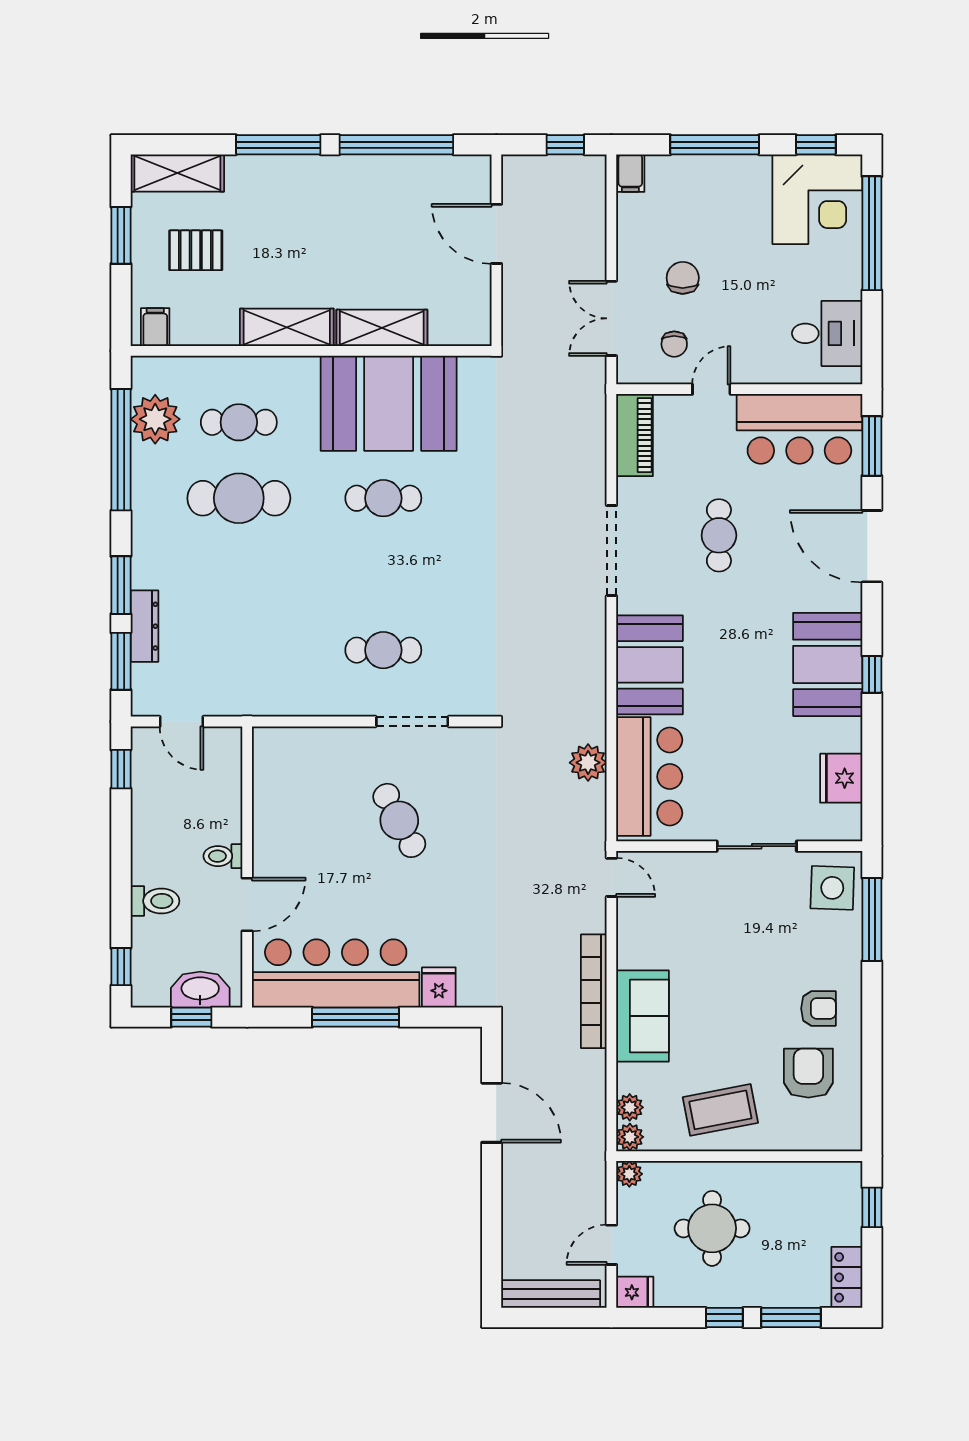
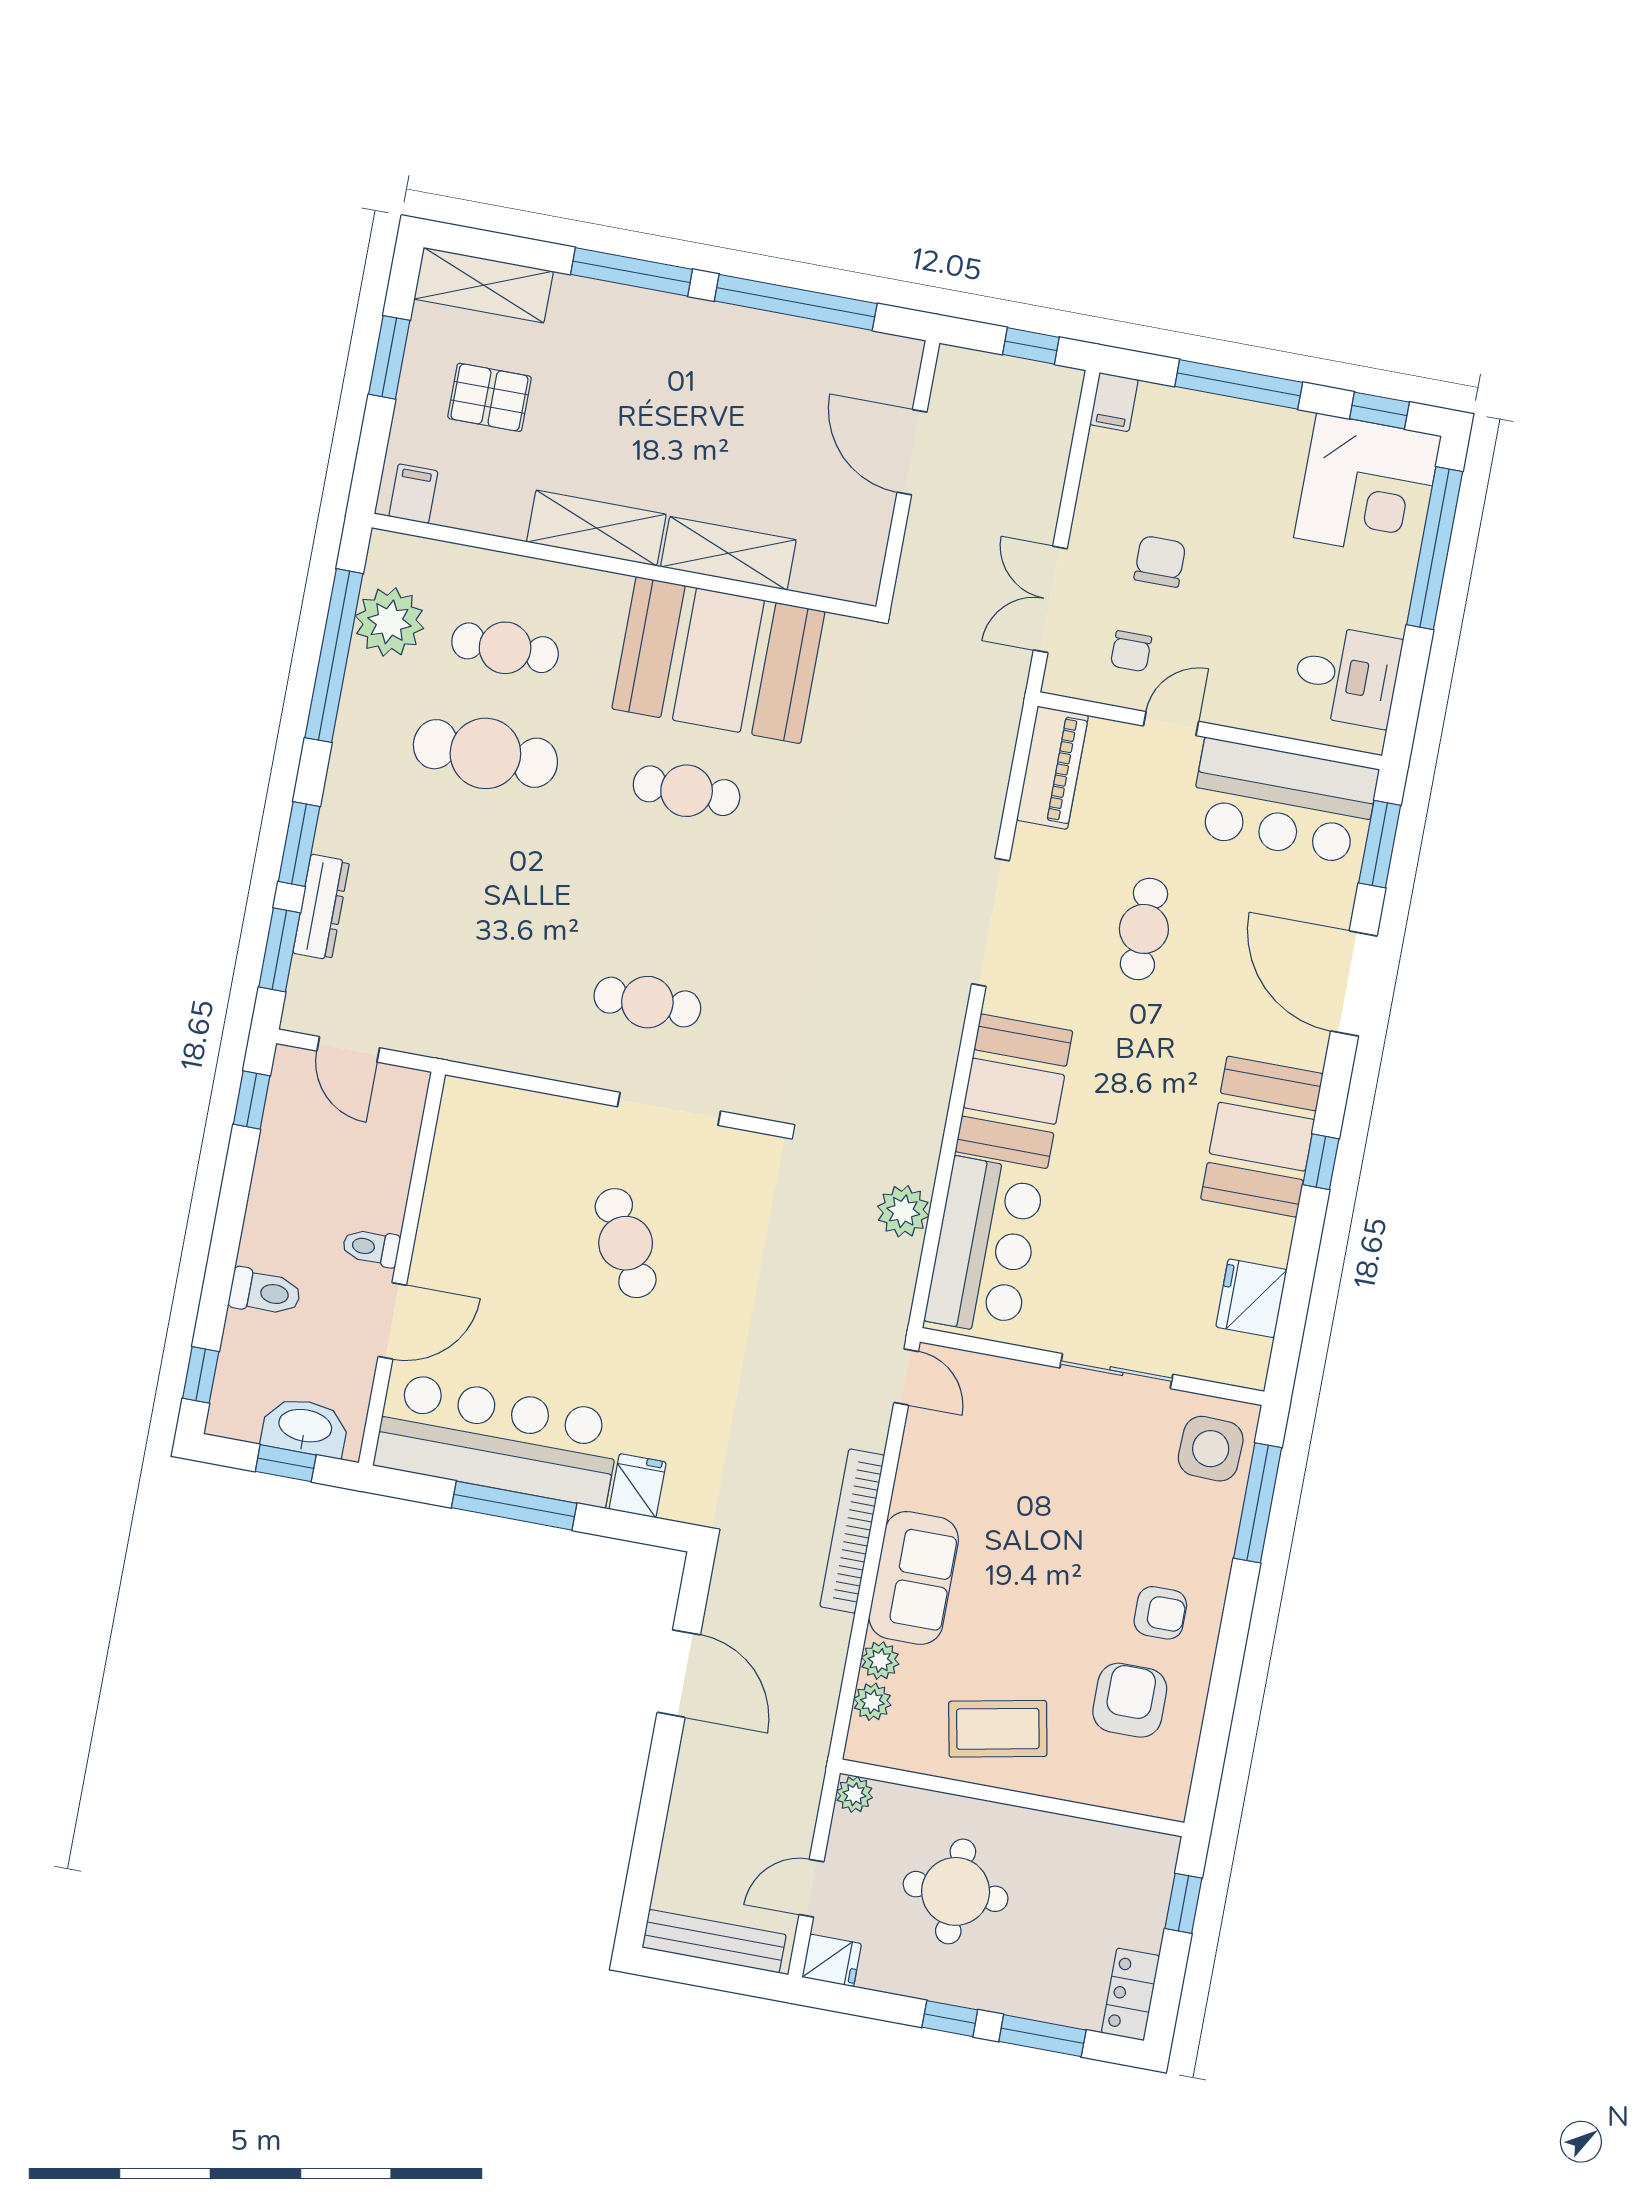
plant: (630, 1137) -> (880, 1661), moved

